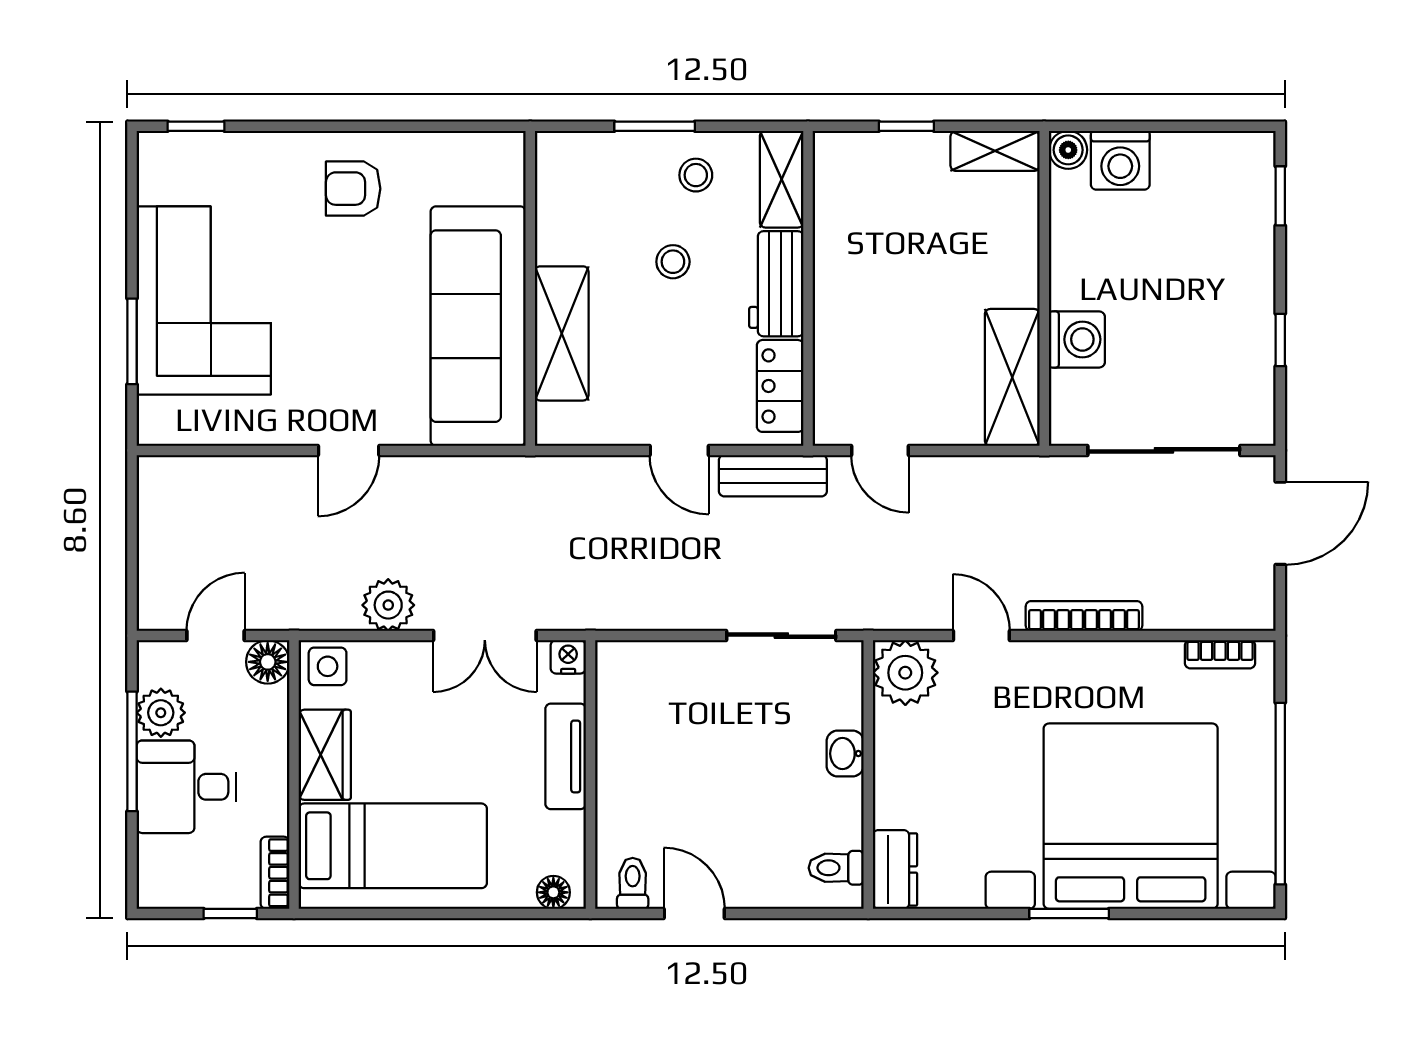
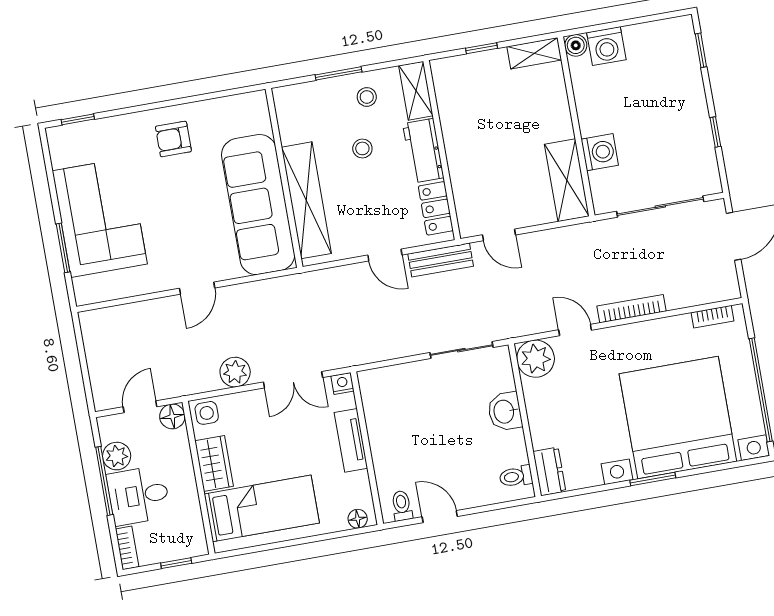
shelving: (562, 333) -> (306, 200), width x1.47
washbasin: (845, 754) -> (505, 411), width x1.38, depth x1.45
bookcase: (275, 873) -> (127, 548), moved, turned 180

